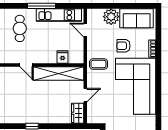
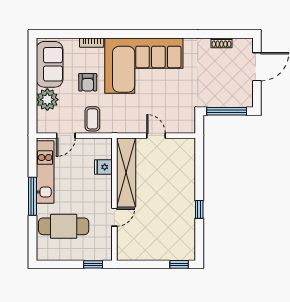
cafe table: (20, 28) -> (64, 226), width x1.37, depth x1.35
coffee table: (99, 64) -> (92, 119), moved
wardrobe: (78, 113) -> (181, 146), removed

